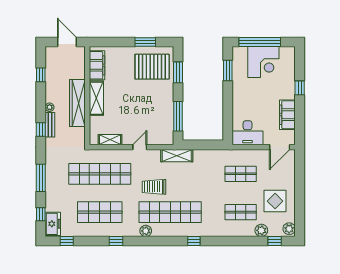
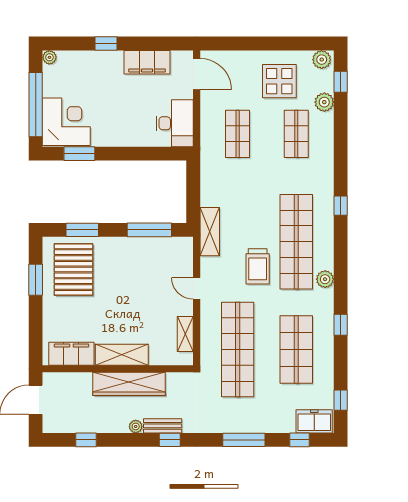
plant: (291, 51) -> (49, 57), added
corner desk: (263, 62) -> (66, 122), moved

